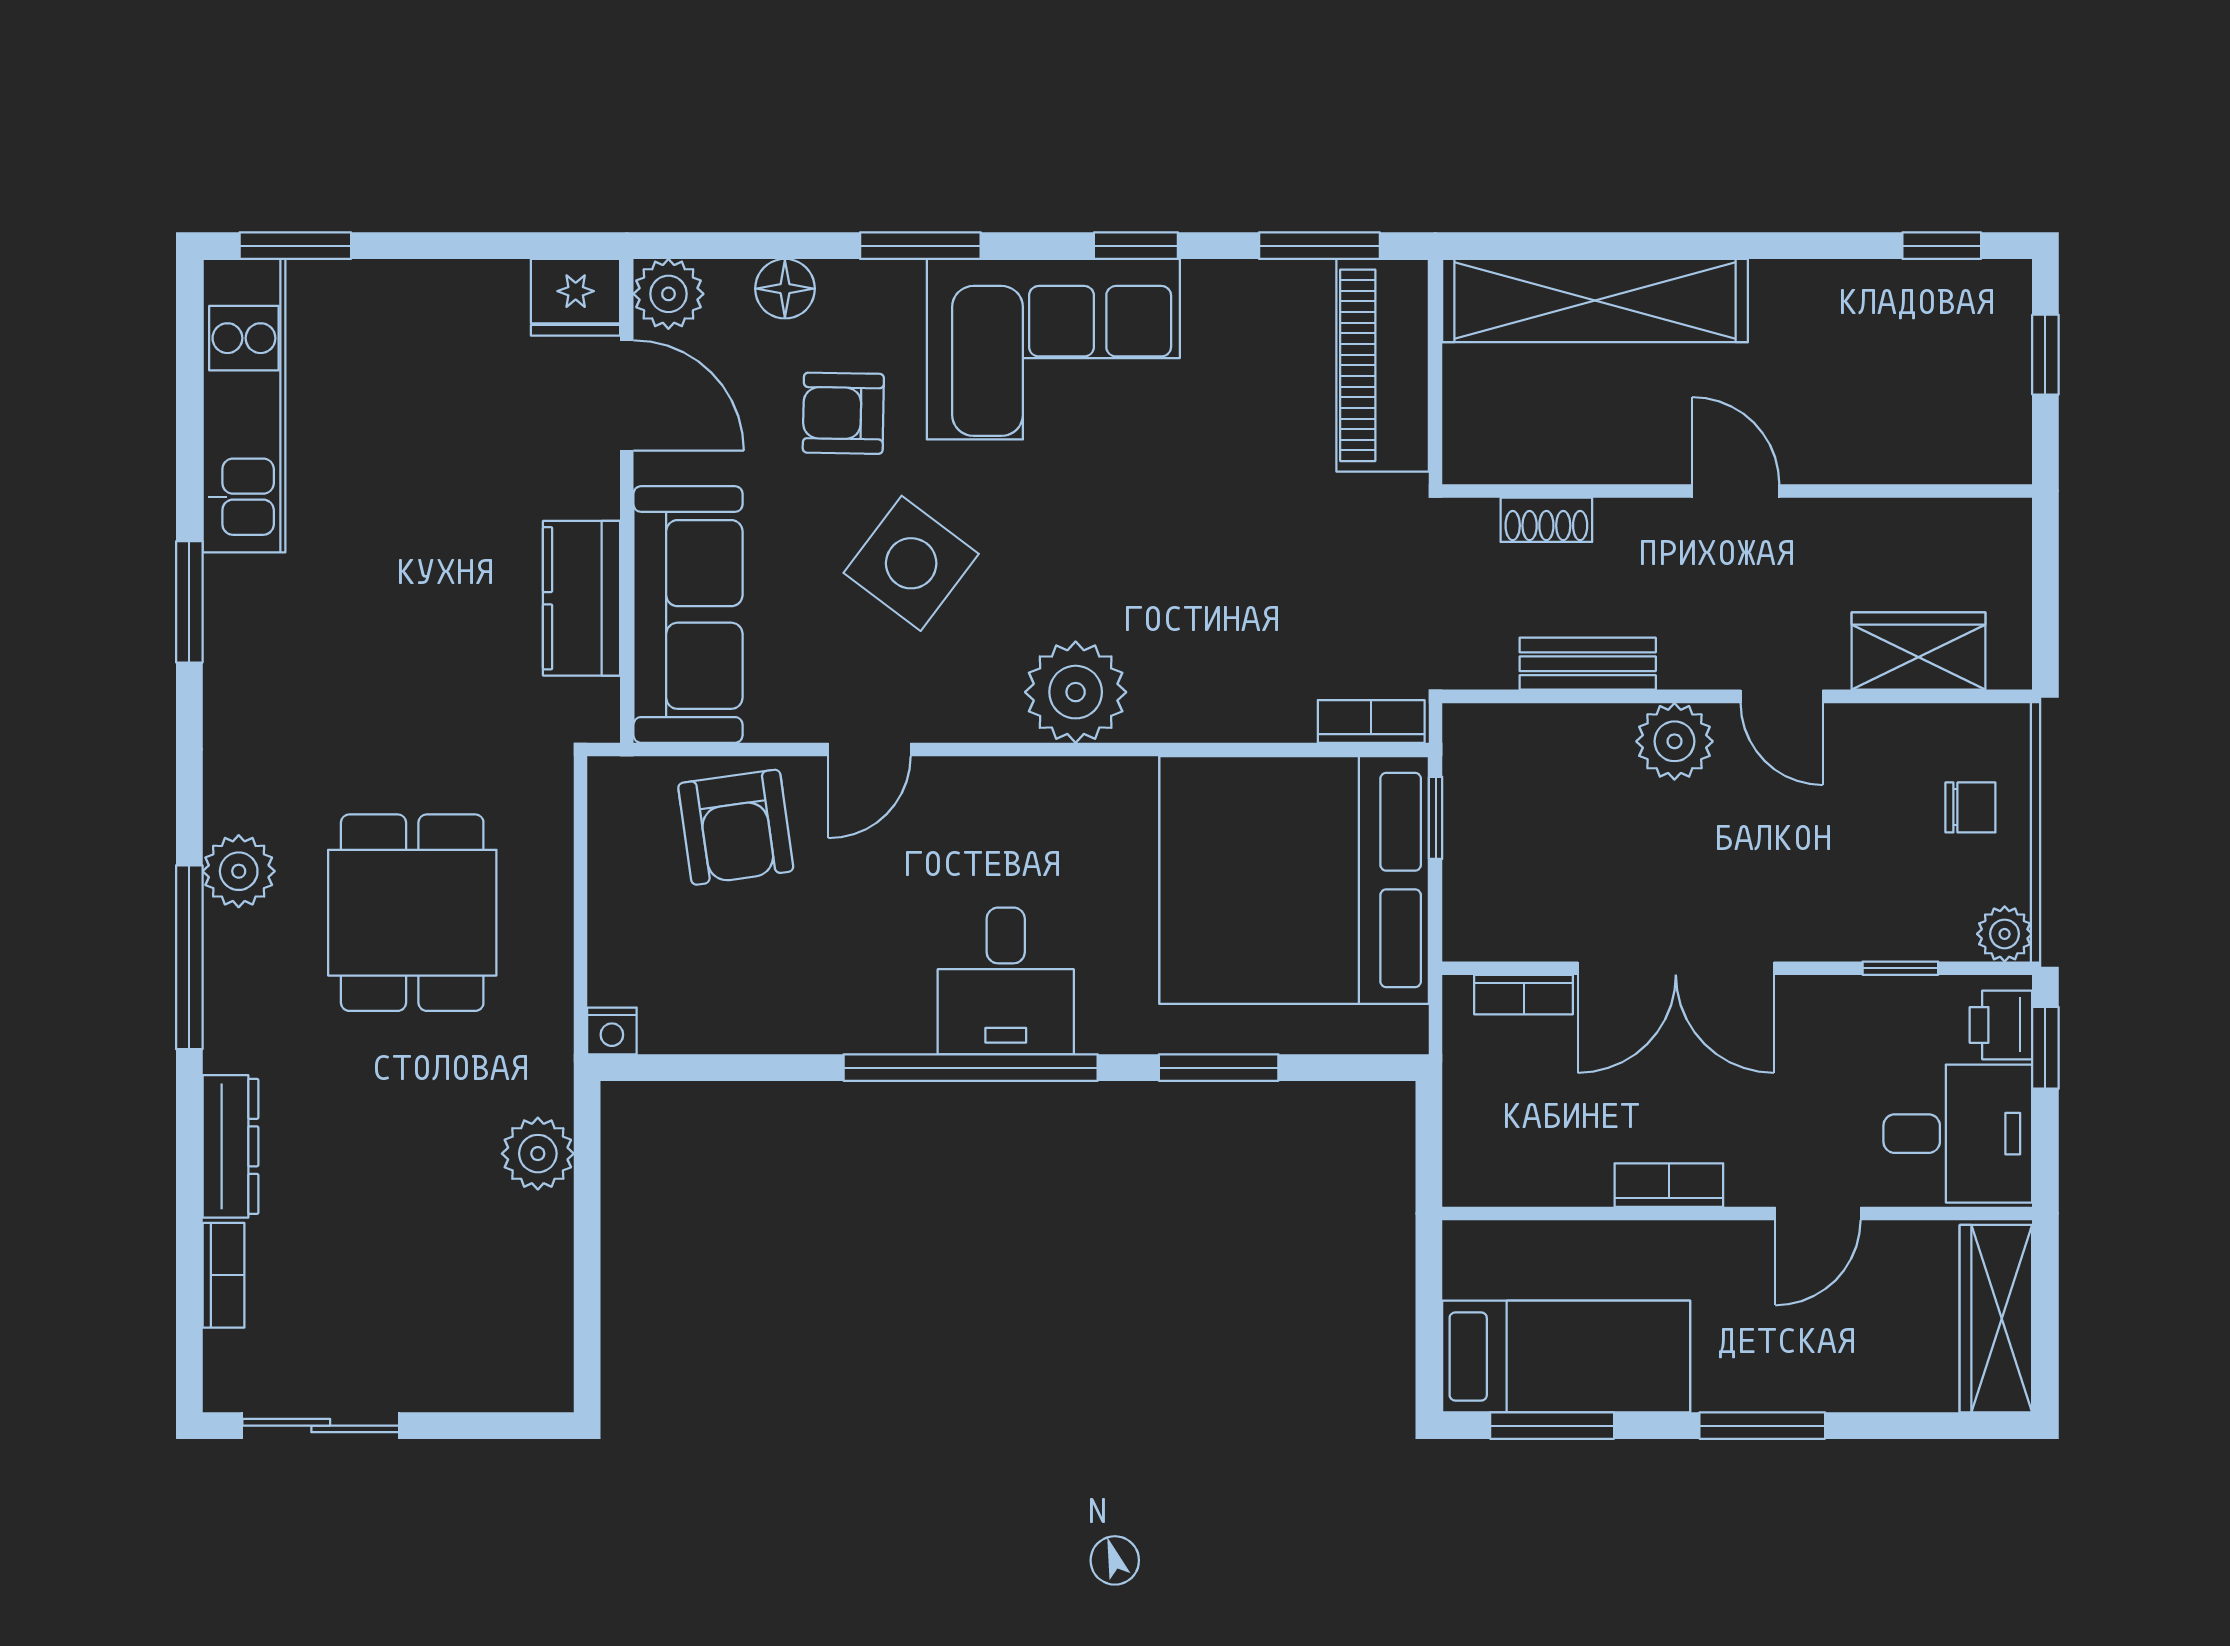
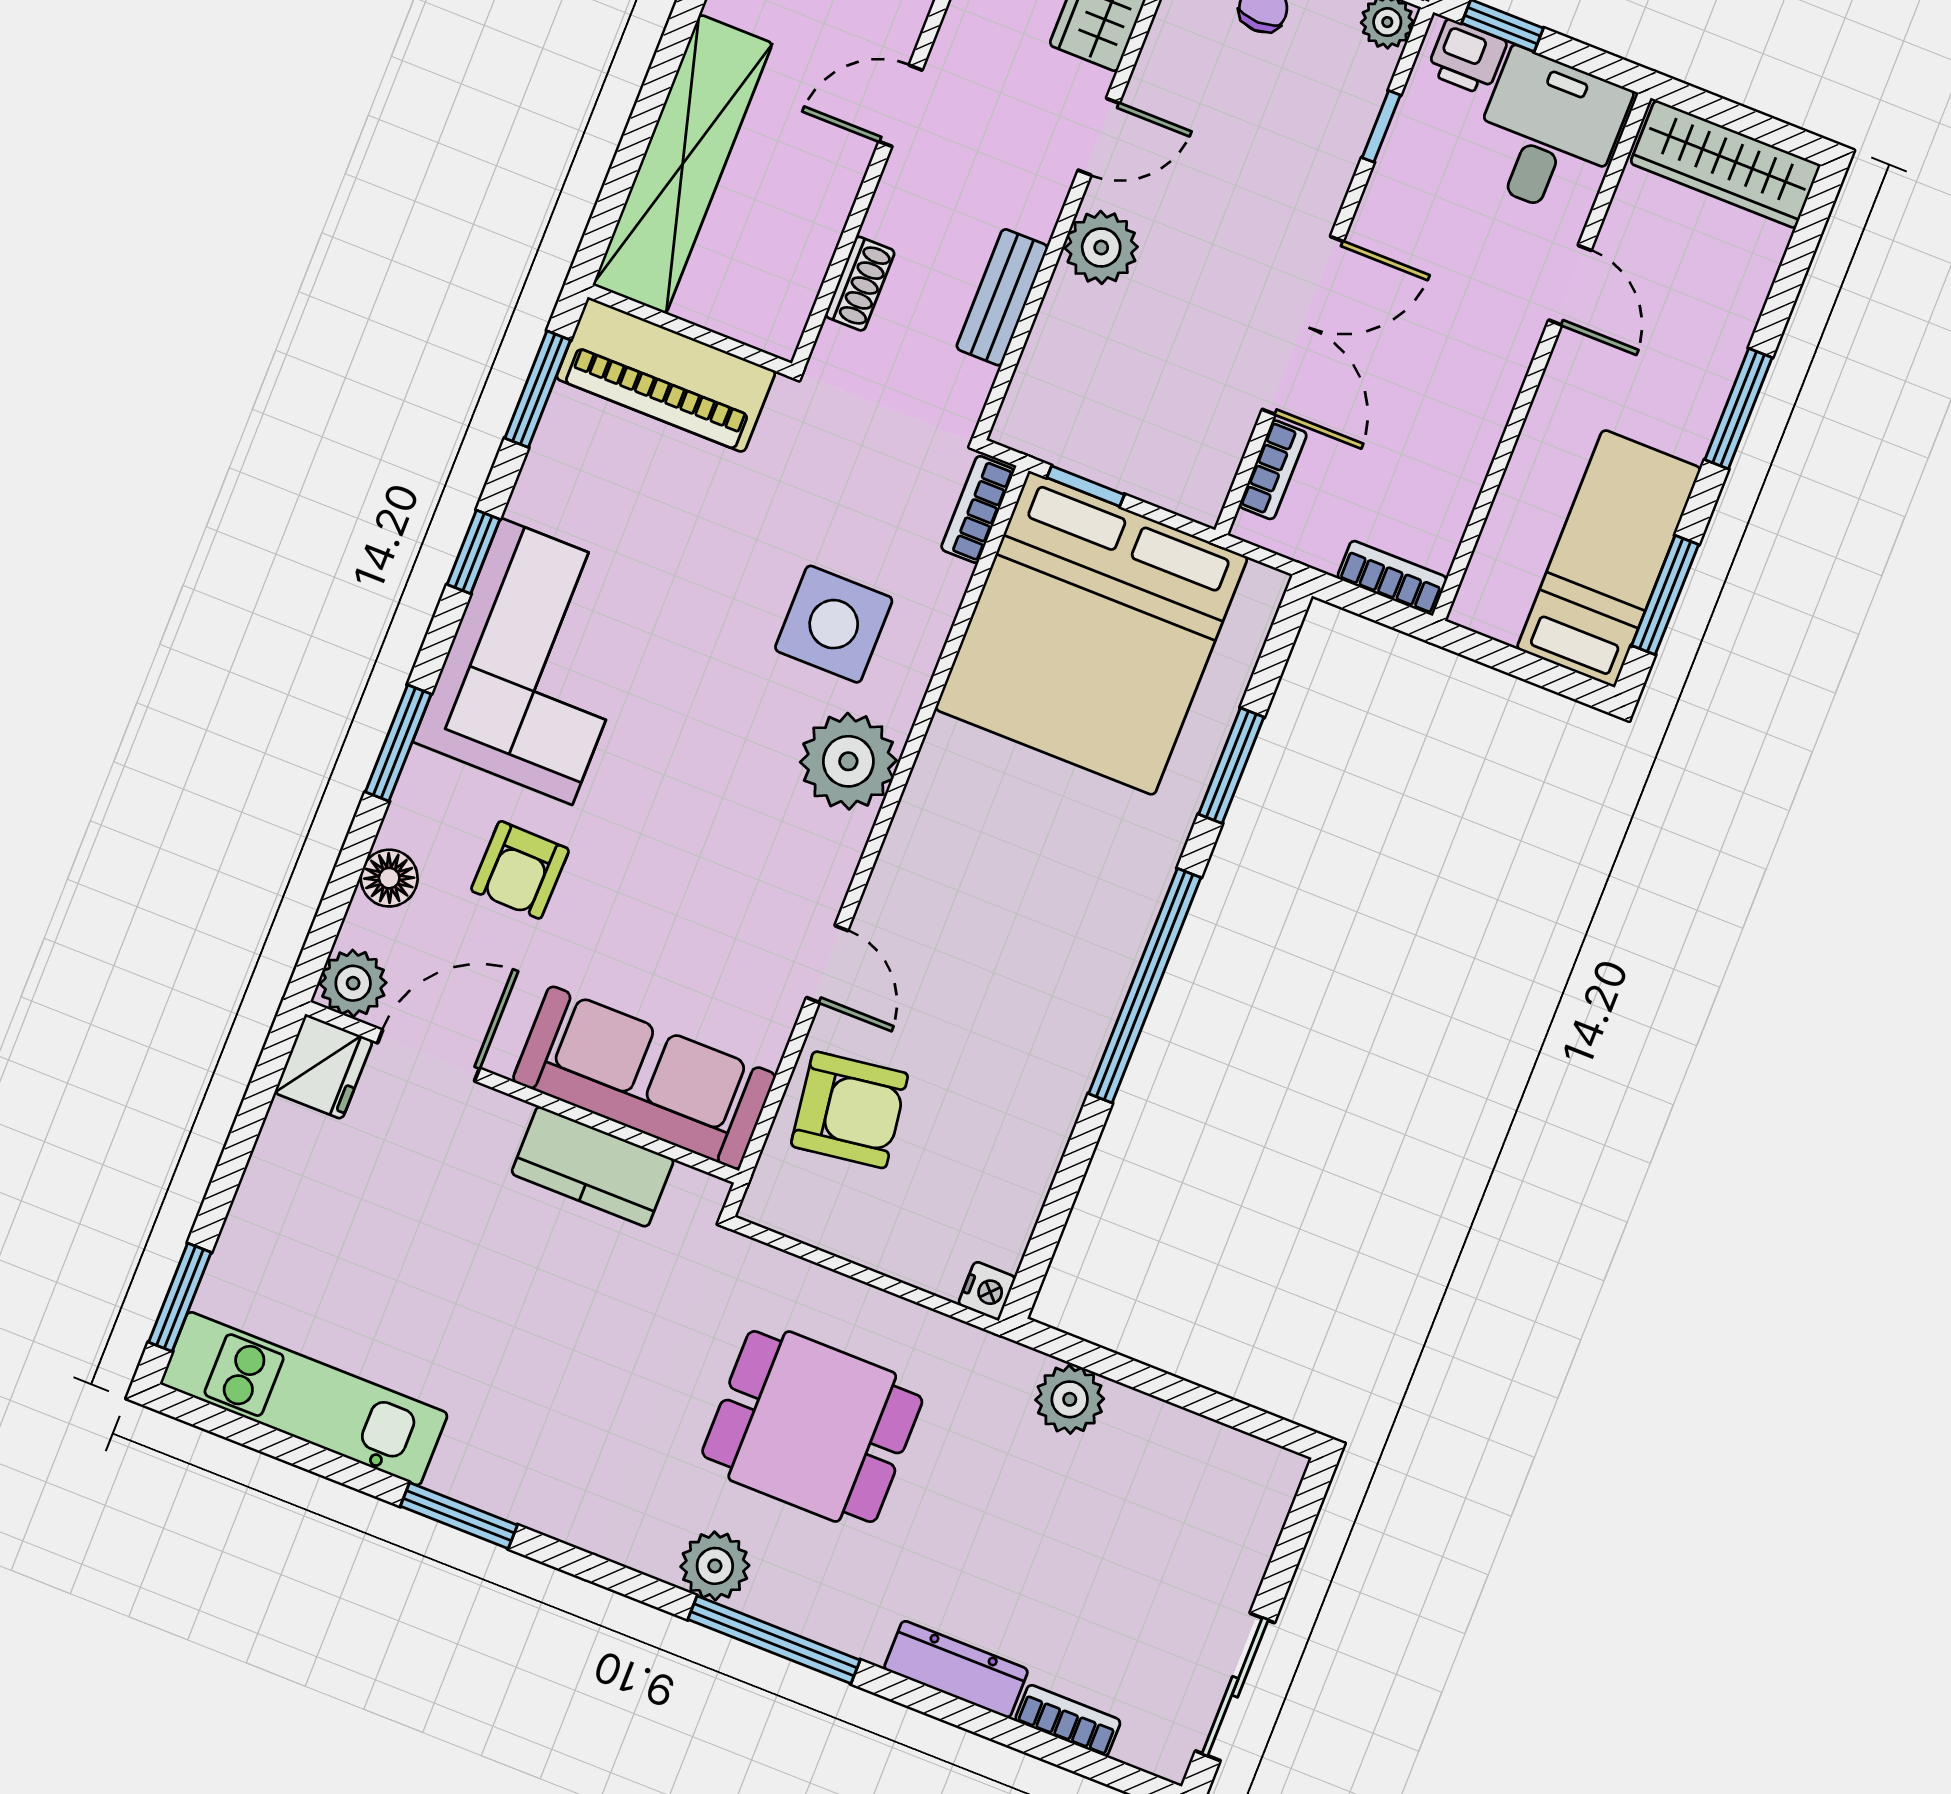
side table: (911, 563) -> (834, 624), moved, turned -37
desk: (1006, 981) -> (1080, 924), removed
bookcase: (1669, 1185) -> (1392, 578), moved, turned 90

